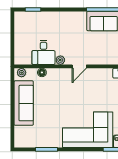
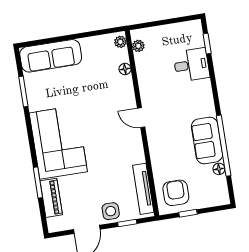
desk: (43, 52) -> (191, 65), moved, turned 180
plant: (60, 60) -> (138, 46), moved
sofa: (24, 103) -> (51, 56), moved

